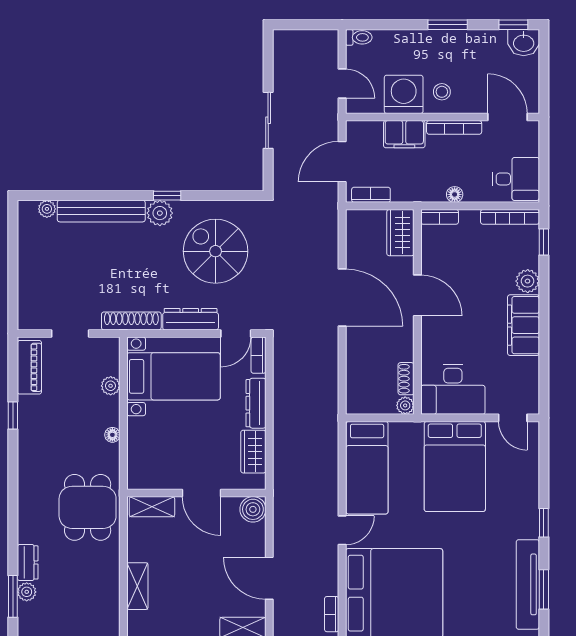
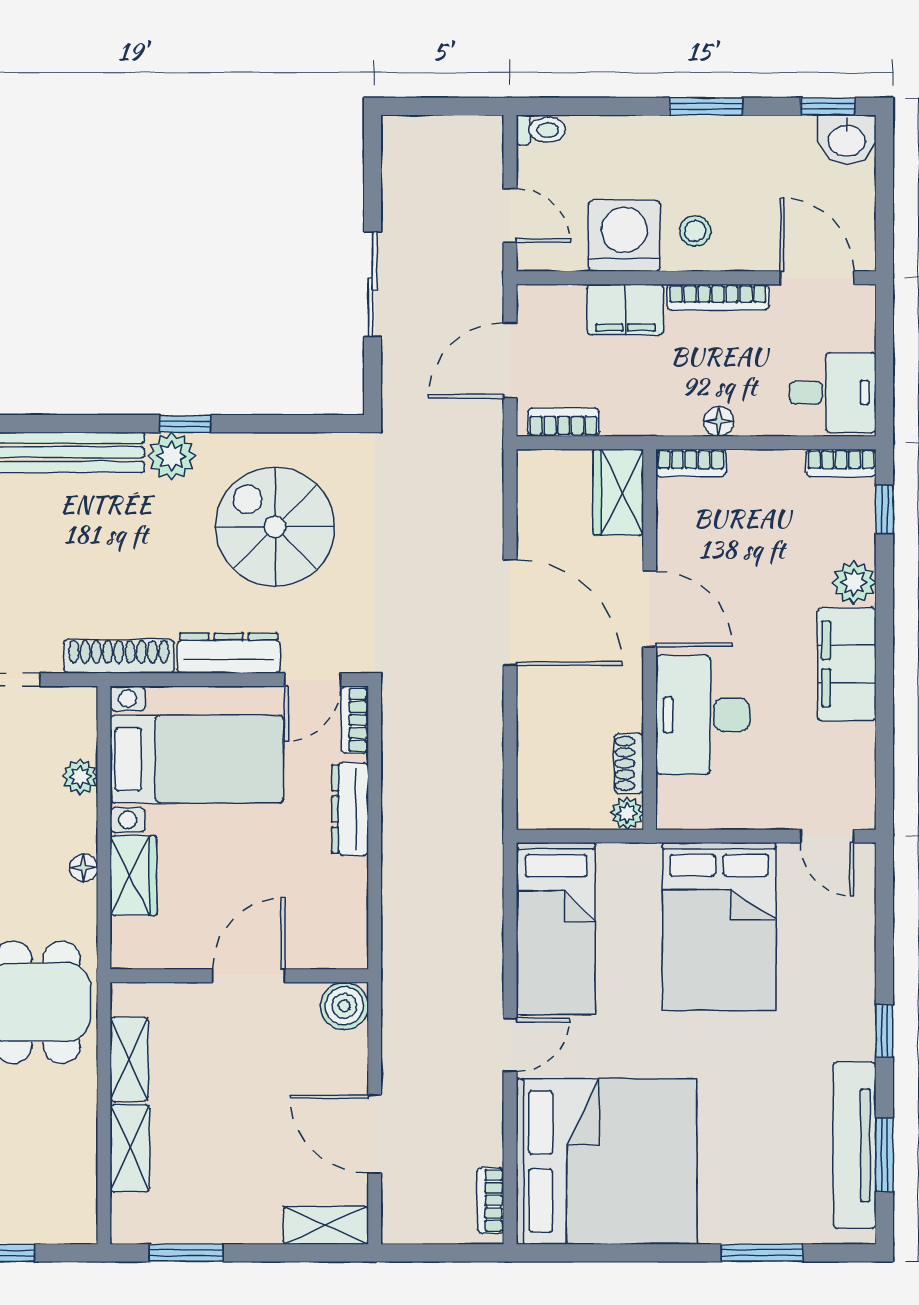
bookcase: (510, 217) -> (841, 463), width x0.64
desk: (453, 389) -> (703, 715), moved, turned 90
wardrobe: (253, 452) -> (133, 876), moved, turned 180
door: (201, 493) -> (249, 976), swing flipped
shelving: (152, 507) -> (129, 1059), moved, turned 90

